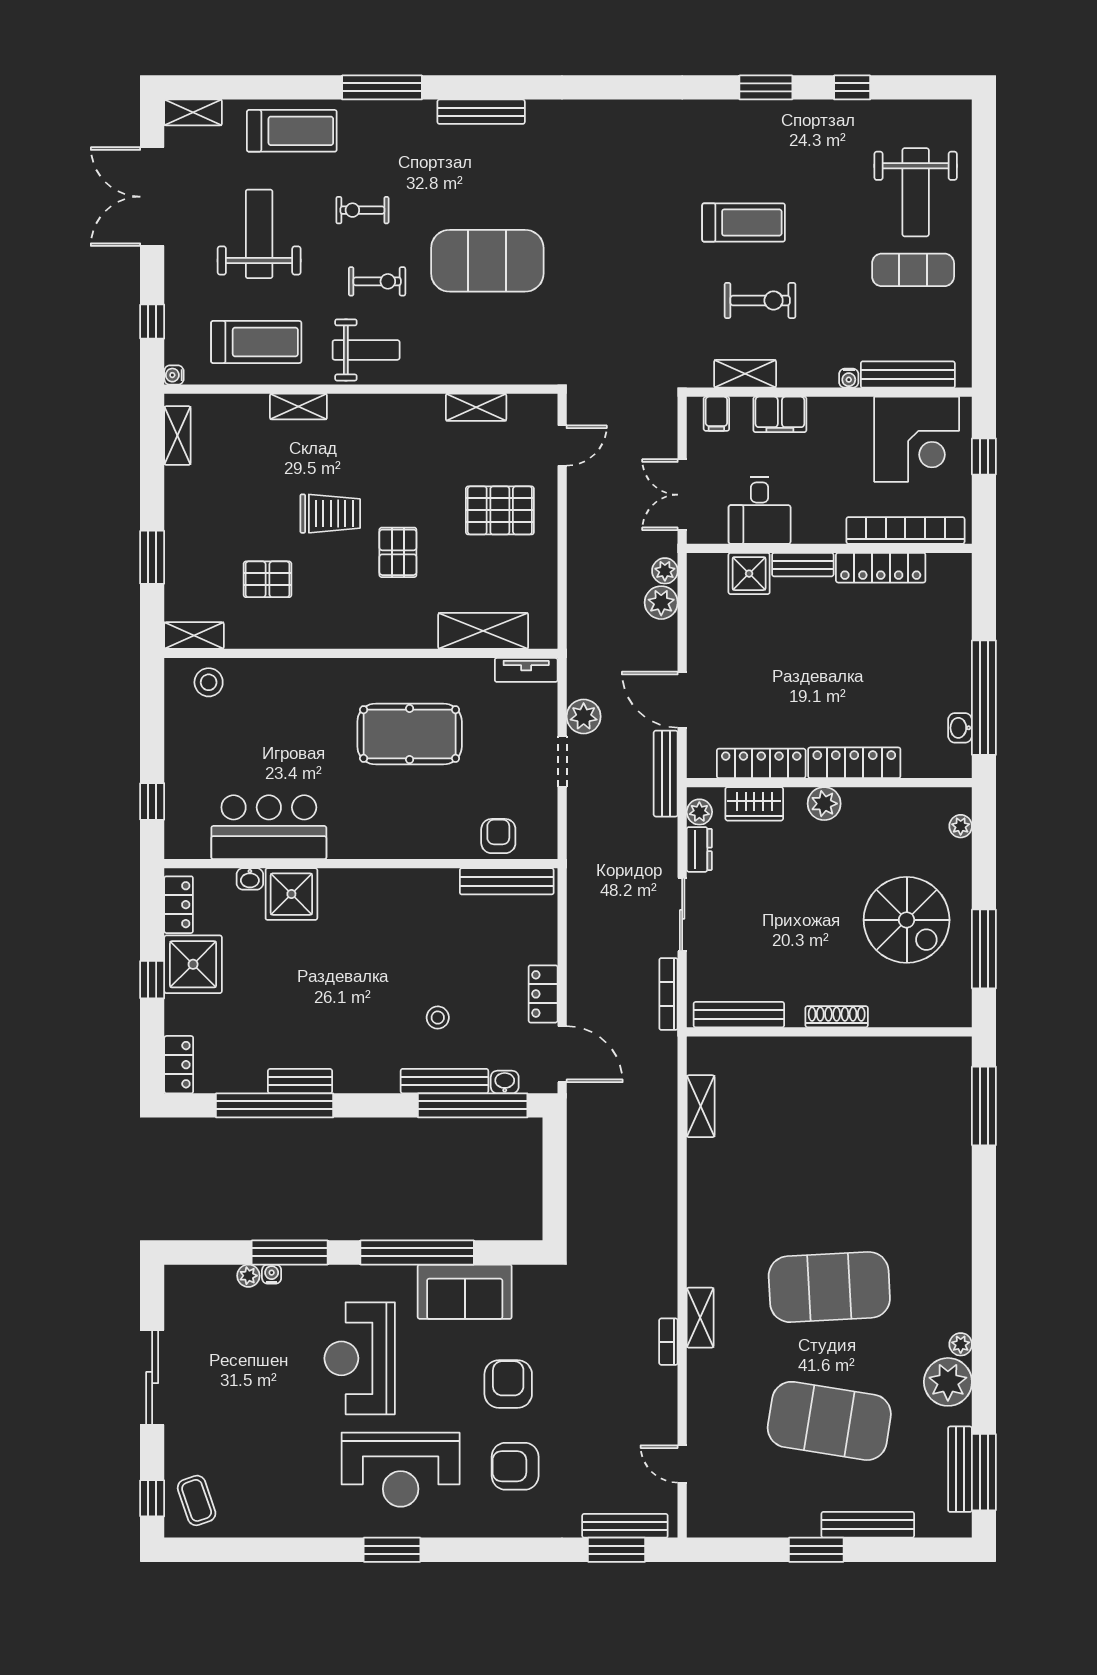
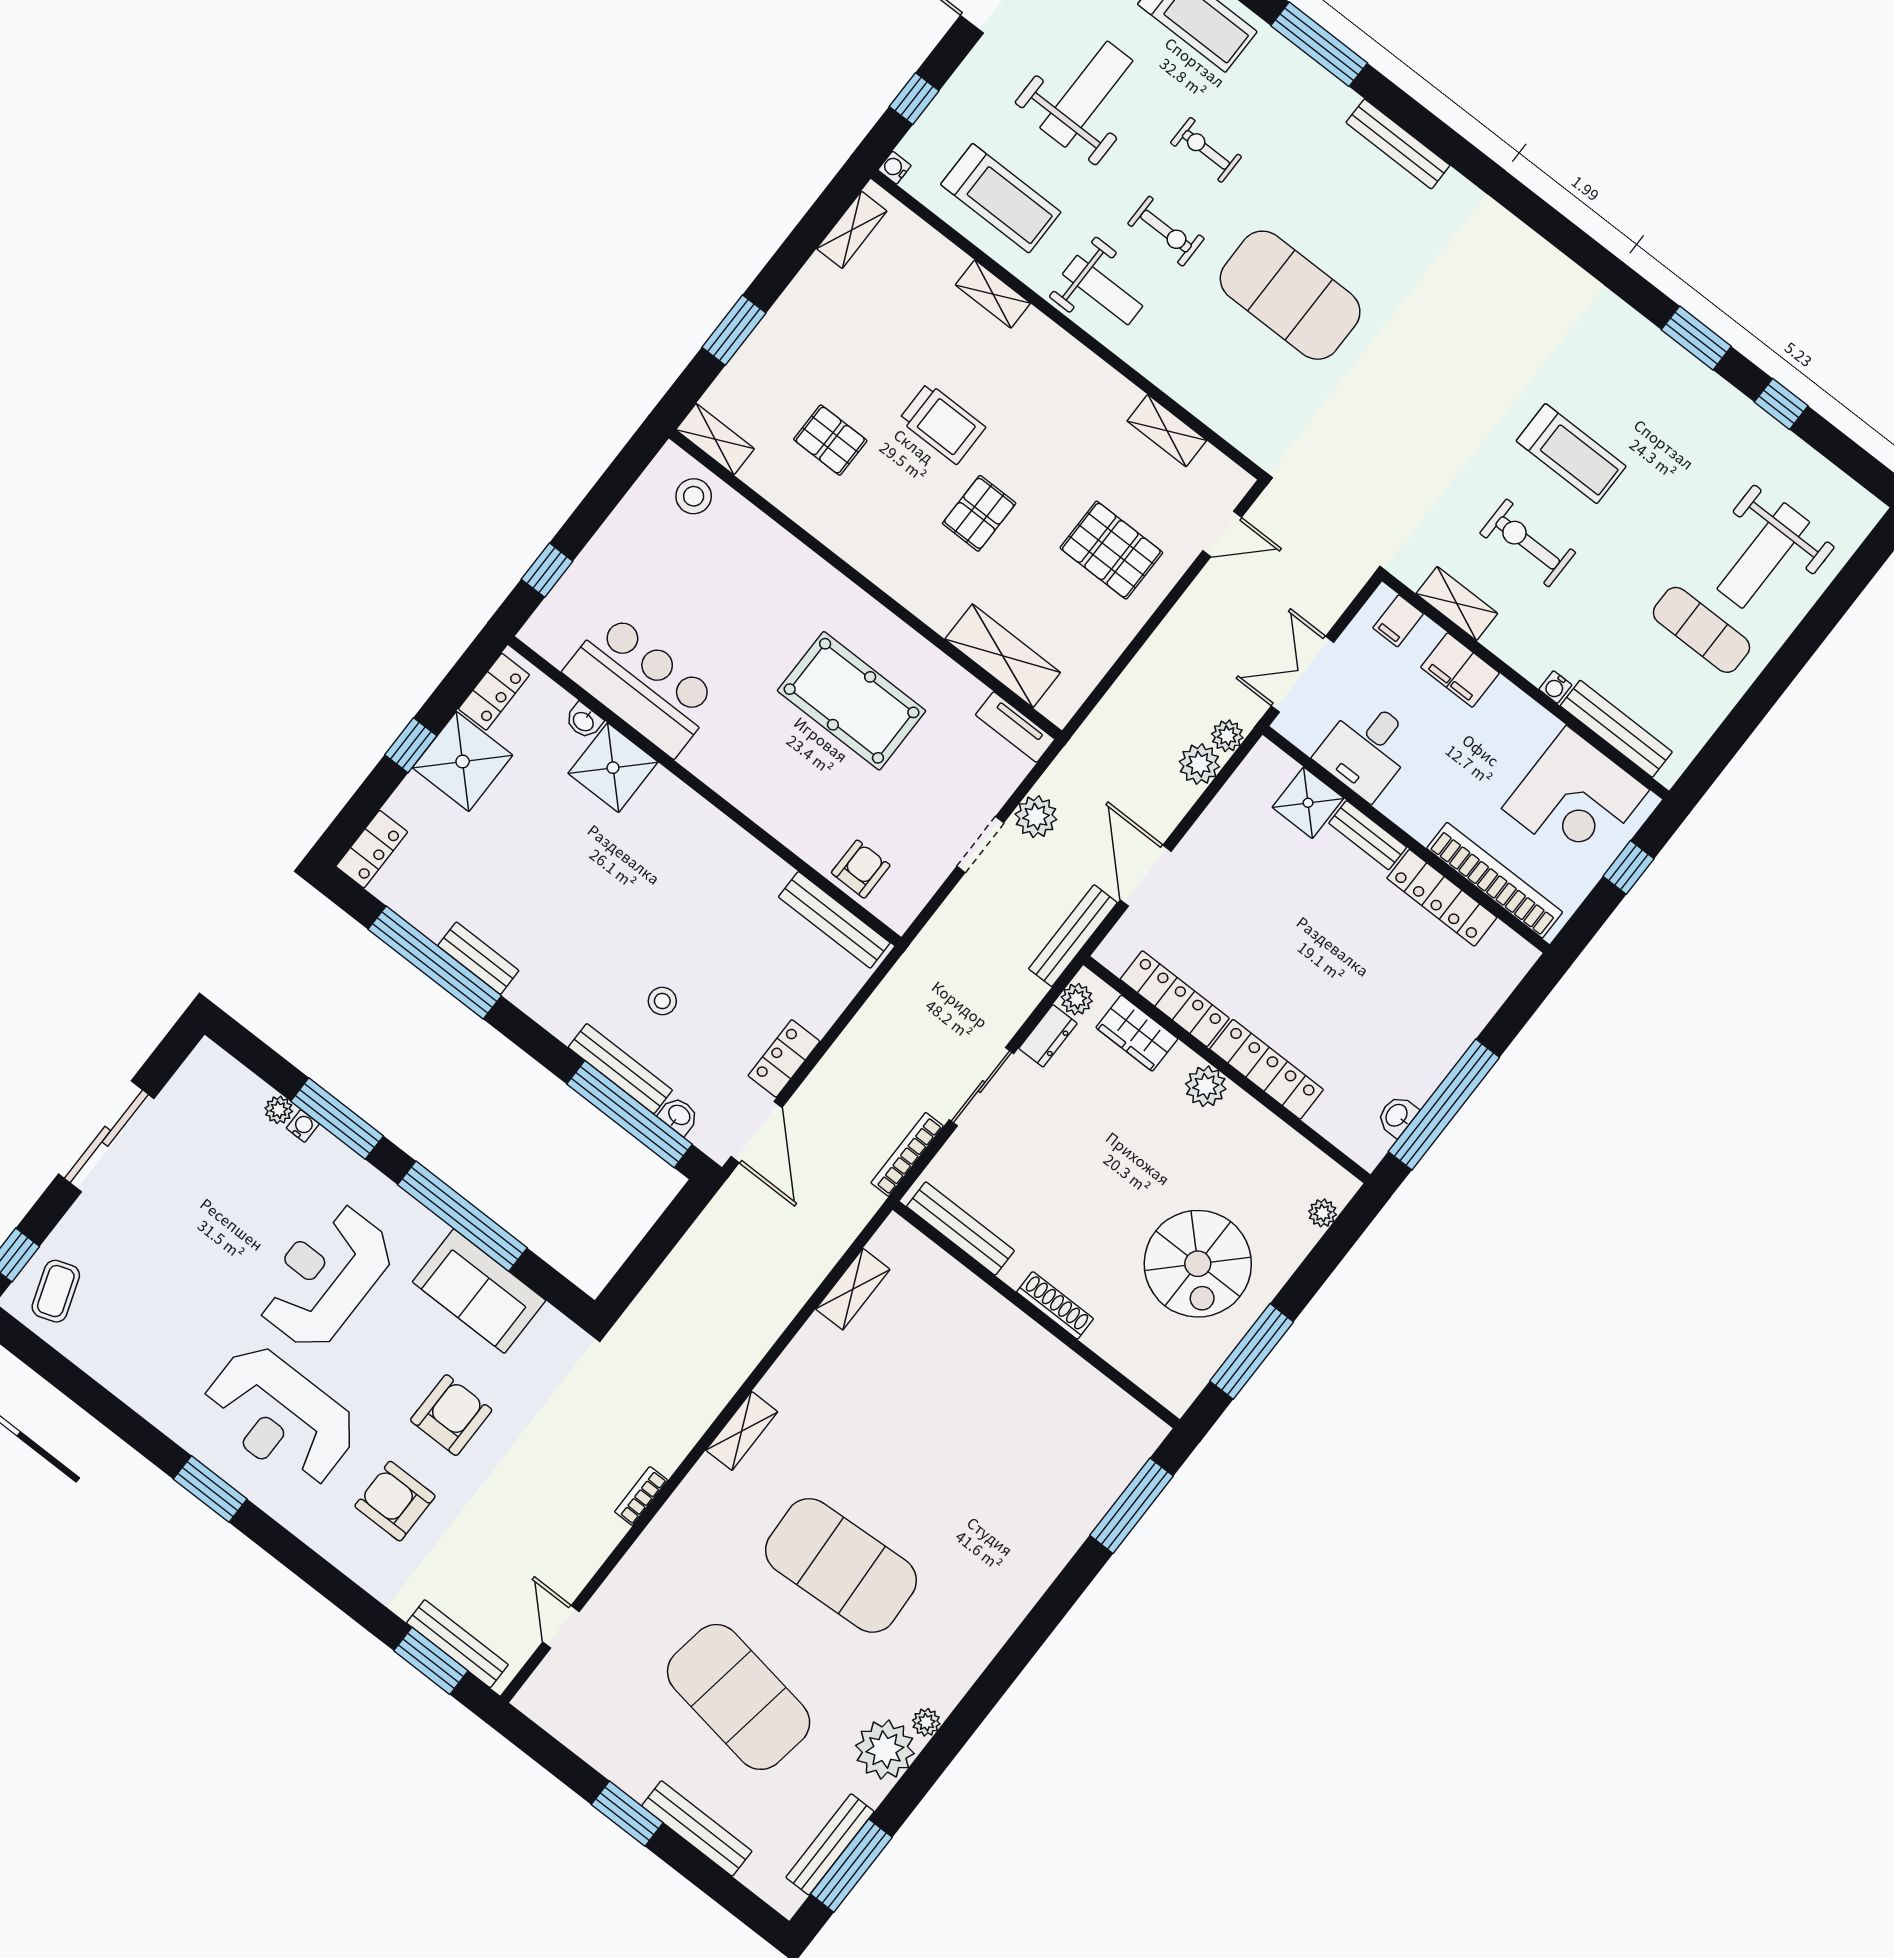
exercise bike: (760, 300) -> (1528, 543), turned 180
shelving: (700, 1318) -> (742, 1431), moved

